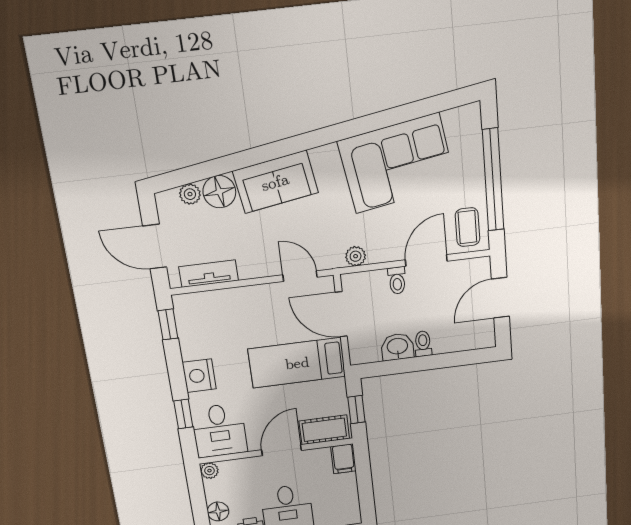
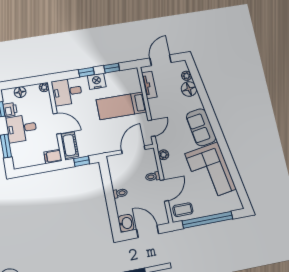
sofa: (275, 182) -> (201, 127), moved
door: (426, 260) -> (164, 190), hinge flipped
window: (168, 324) -> (112, 68), moved
washbasin: (397, 347) -> (126, 223), moved
bed: (297, 363) -> (121, 106), moved, turned -90
window: (183, 414) -> (86, 72), moved

